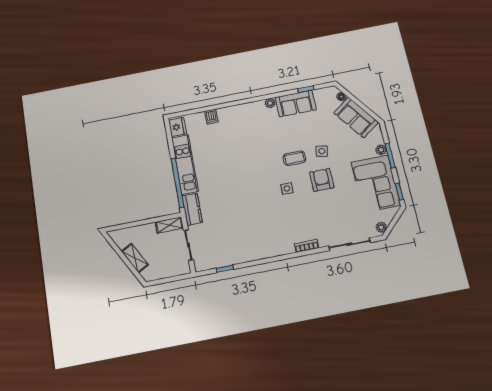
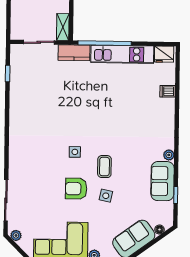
armchair: (322, 180) -> (76, 189), turned 180
bookcase: (307, 246) -> (13, 158), removed

